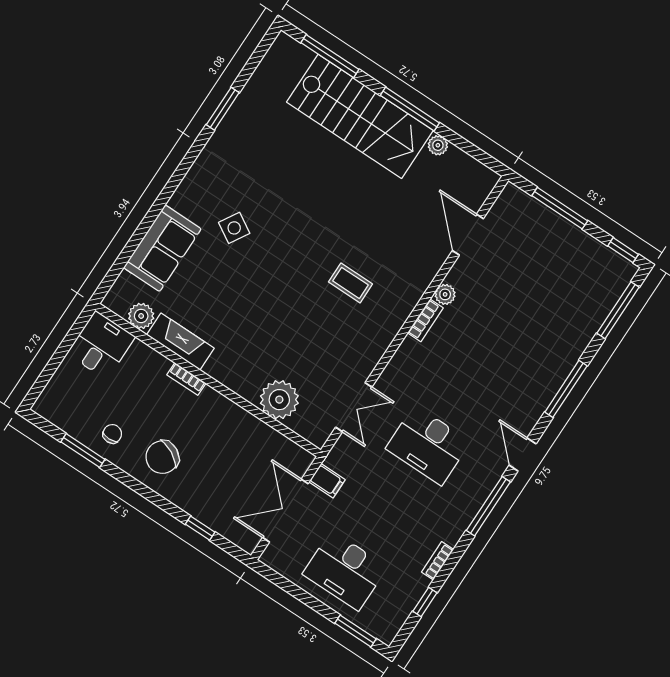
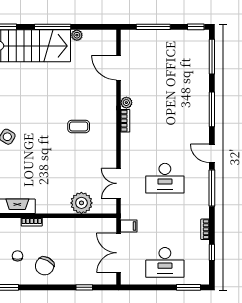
double door: (354, 407) -> (119, 183), swing flipped
chair: (112, 434) -> (18, 256), moved

